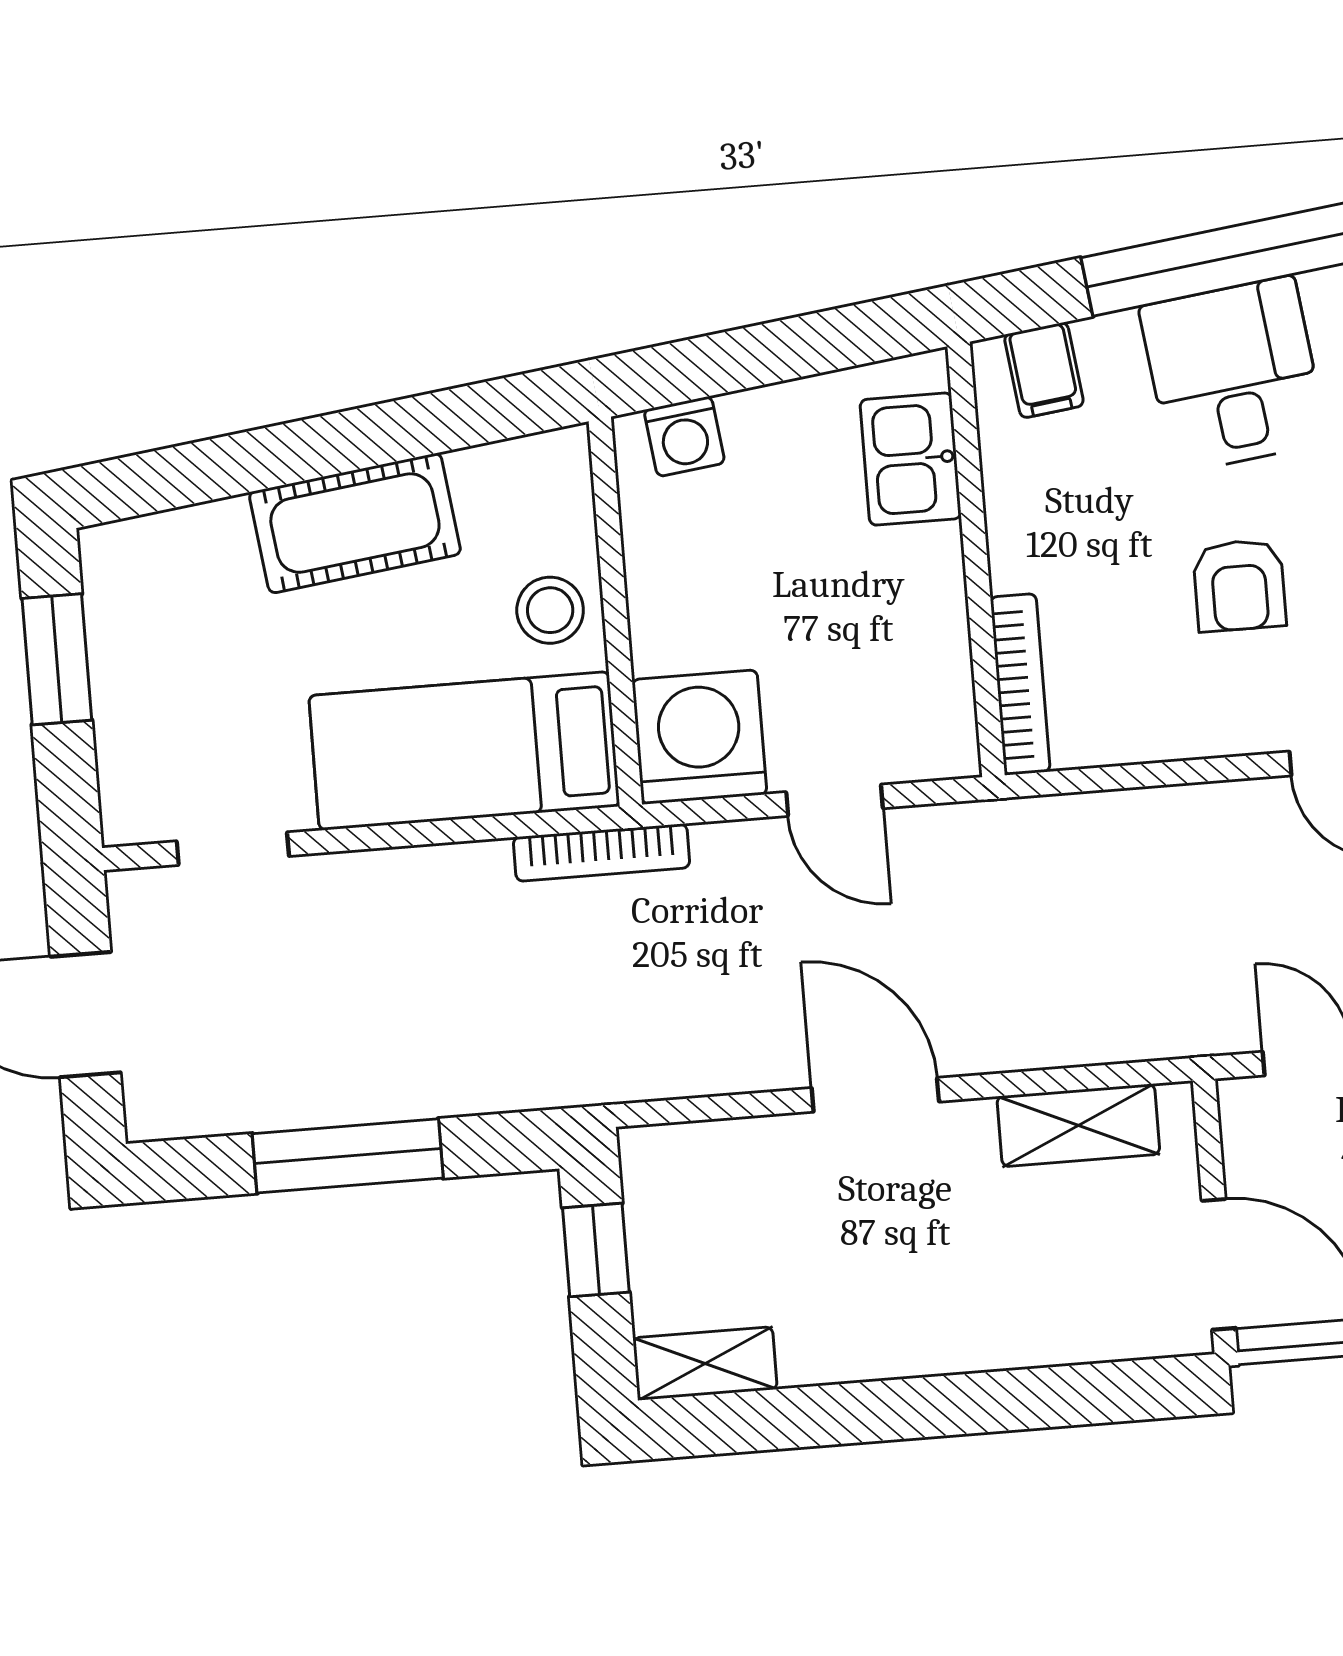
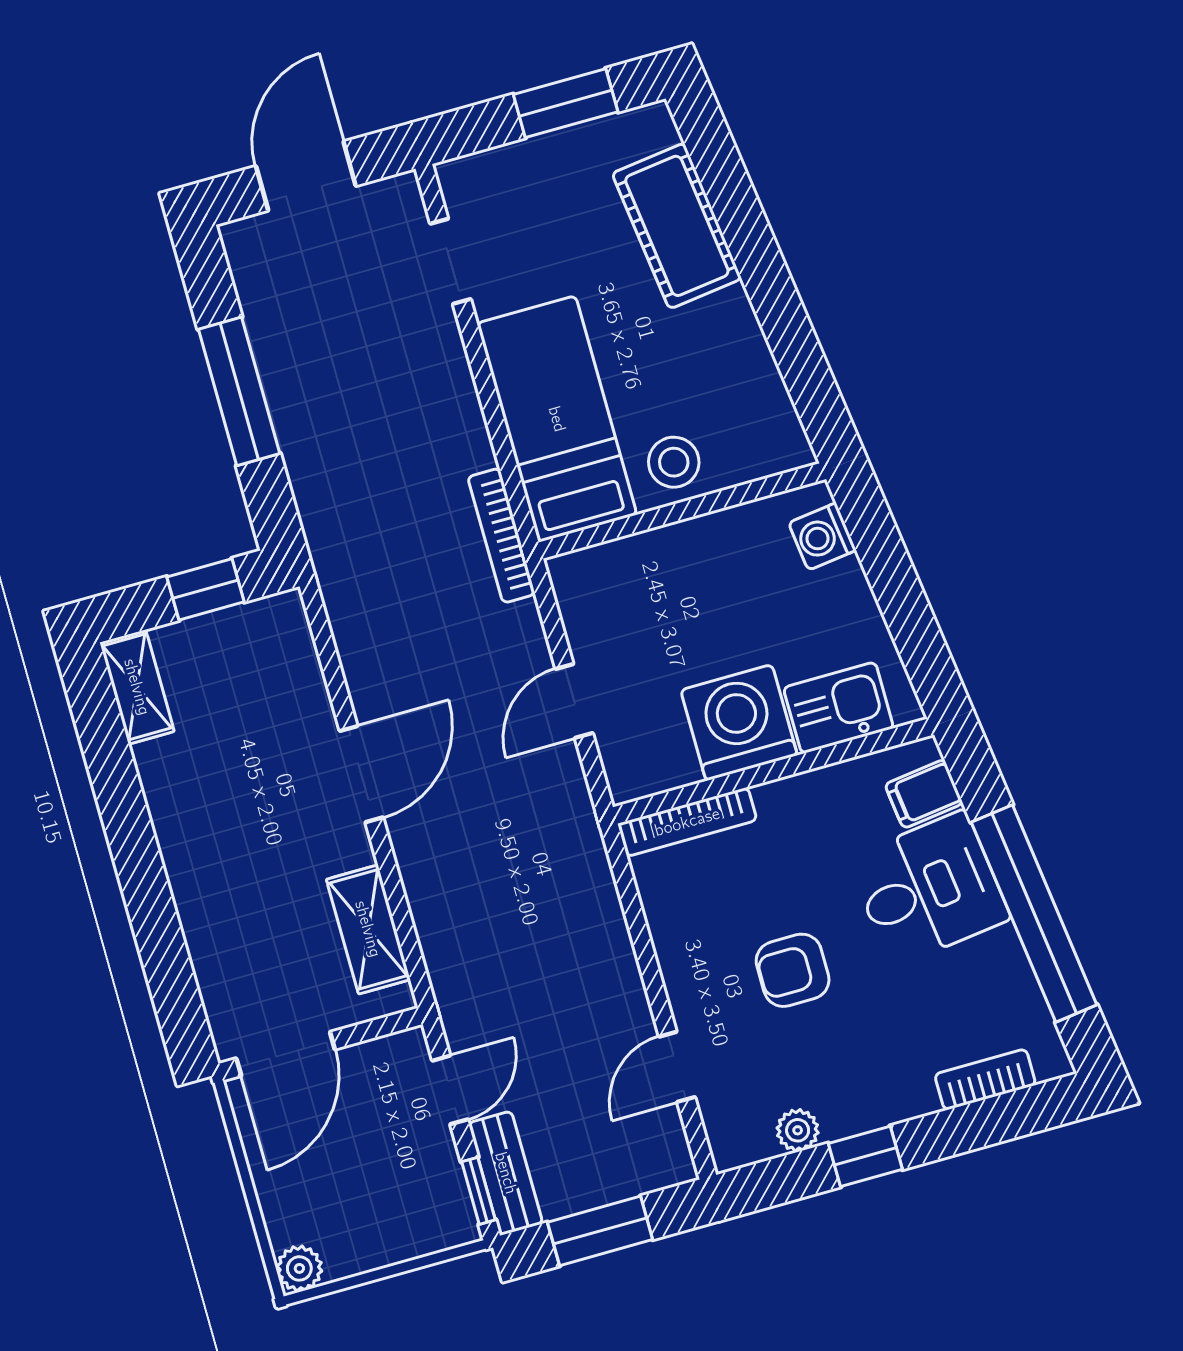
desk: (1233, 375) -> (929, 889), moved
cot: (355, 523) -> (677, 226), moved
washing machine: (699, 737) -> (739, 723), moved, turned -90

